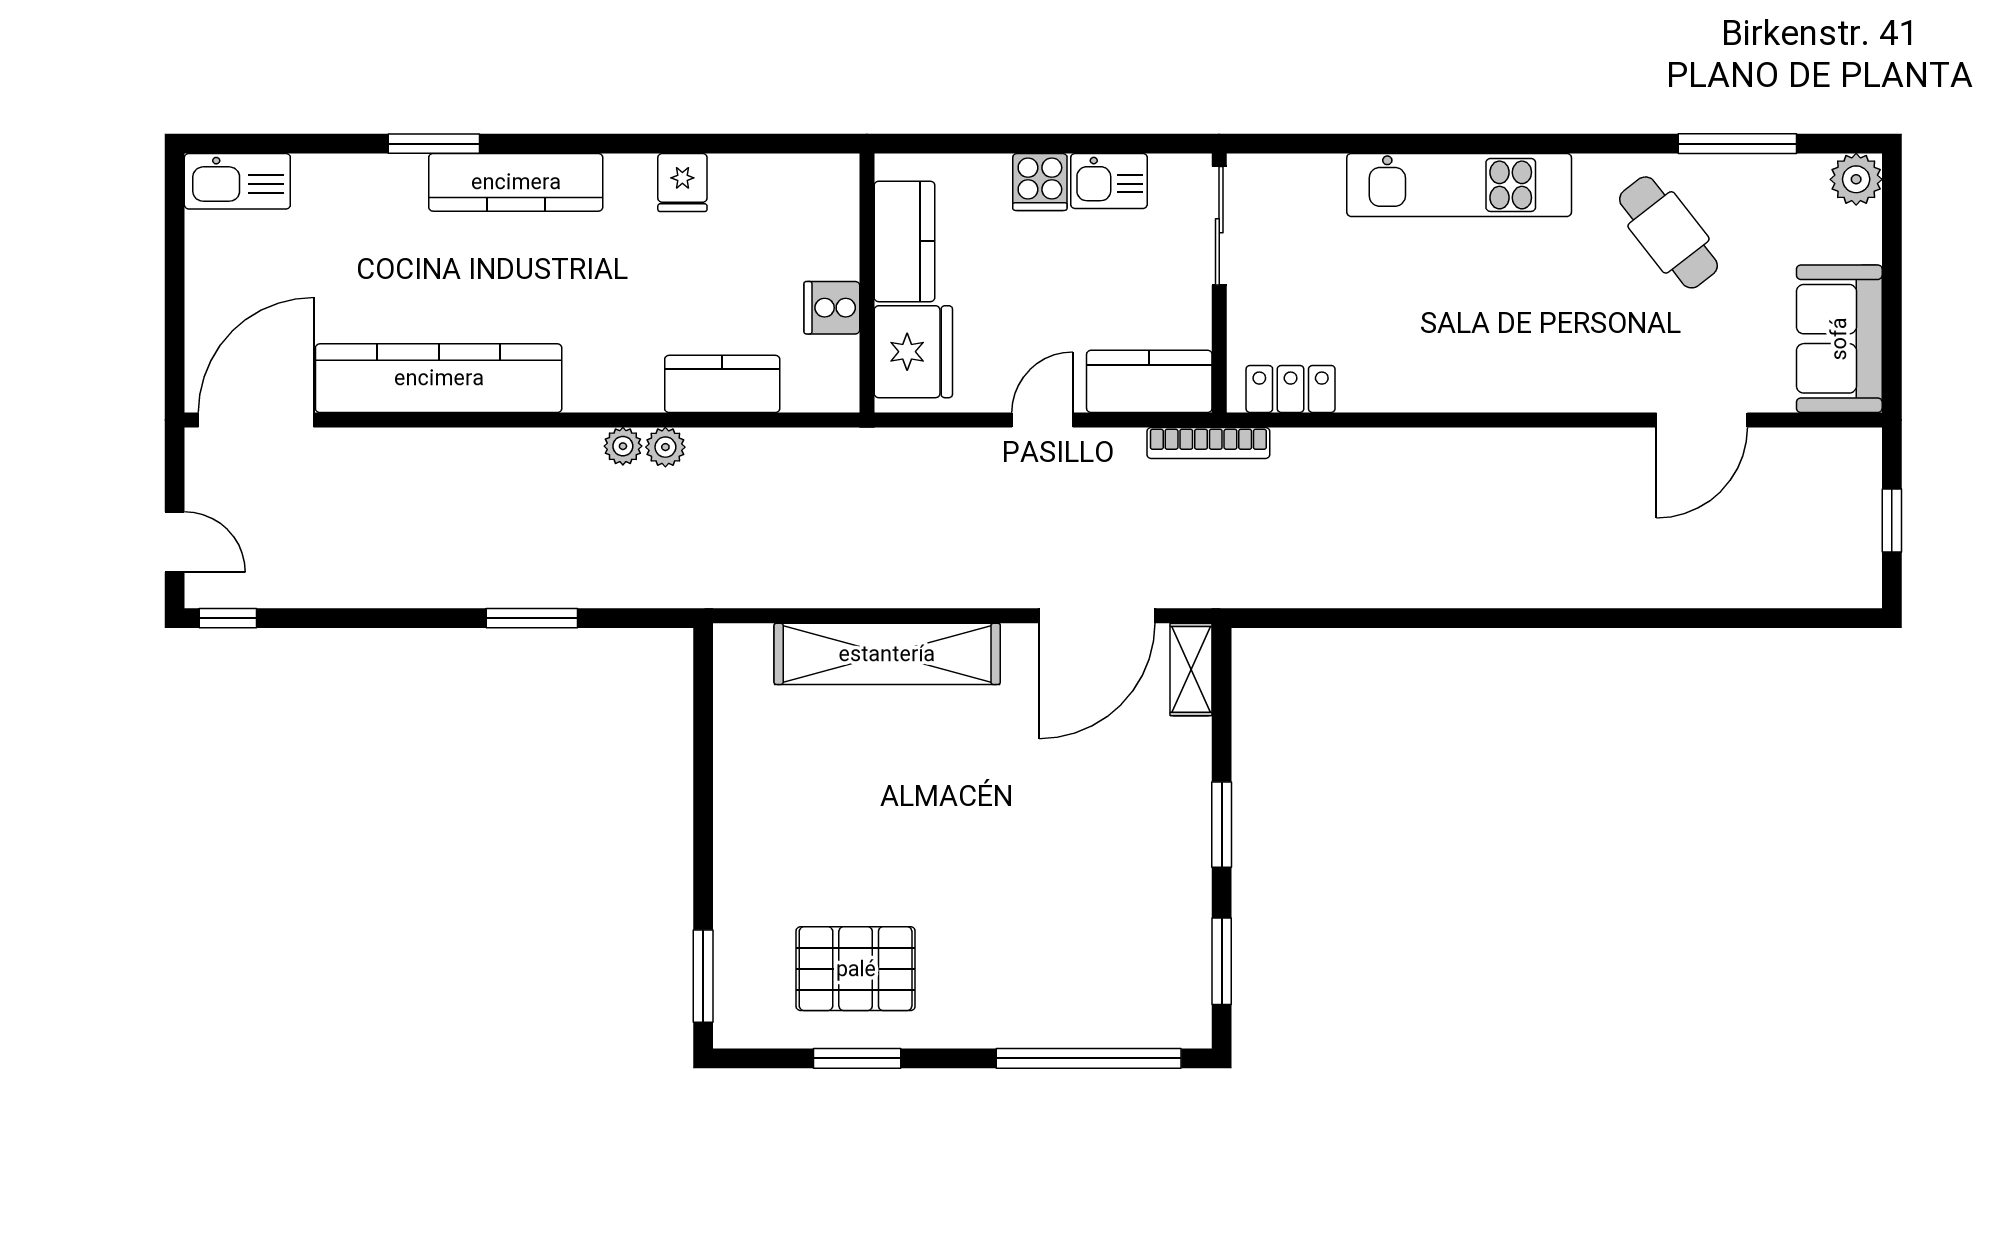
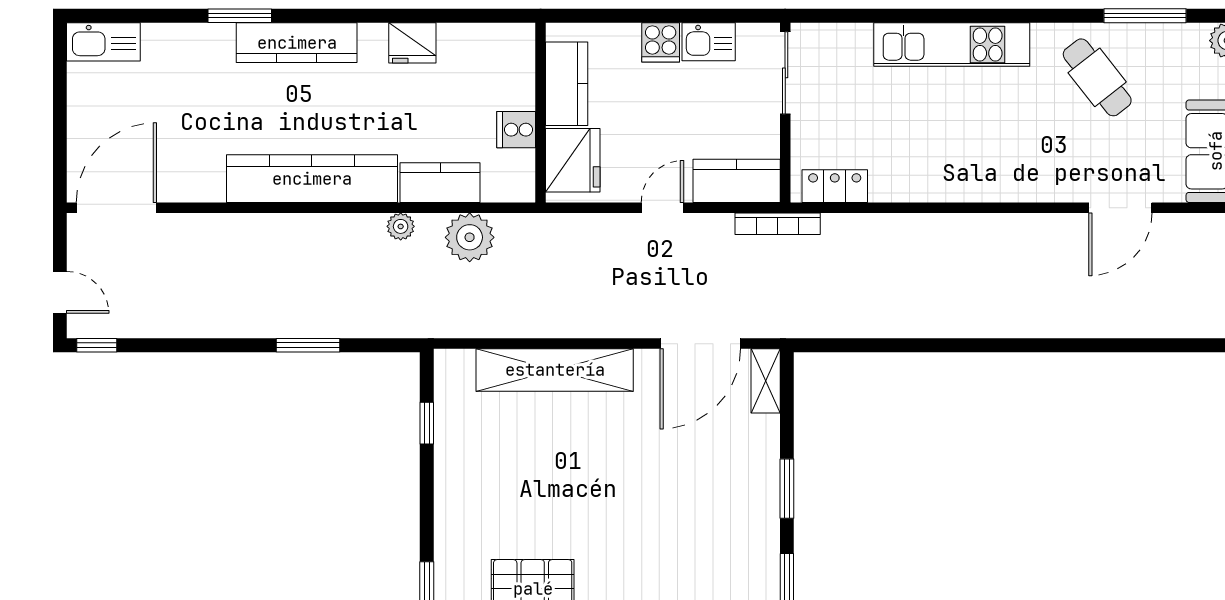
fridge: (682, 183) -> (412, 43), width x1.38
kitchen counter: (439, 378) -> (312, 179), moved
plant: (623, 446) -> (470, 237), moved, width x1.88, depth x1.88
window: (703, 730) -> (427, 423), added

